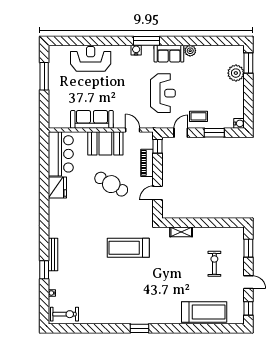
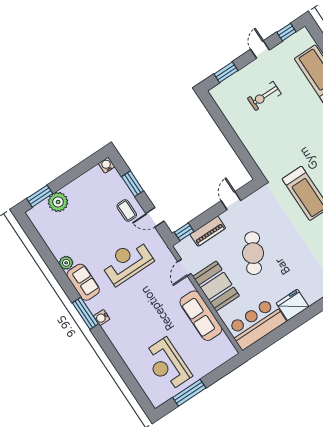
reception desk: (91, 59) -> (167, 365), moved
door: (157, 193) -> (231, 201), swing flipped
shelving: (181, 232) -> (254, 151), removed

